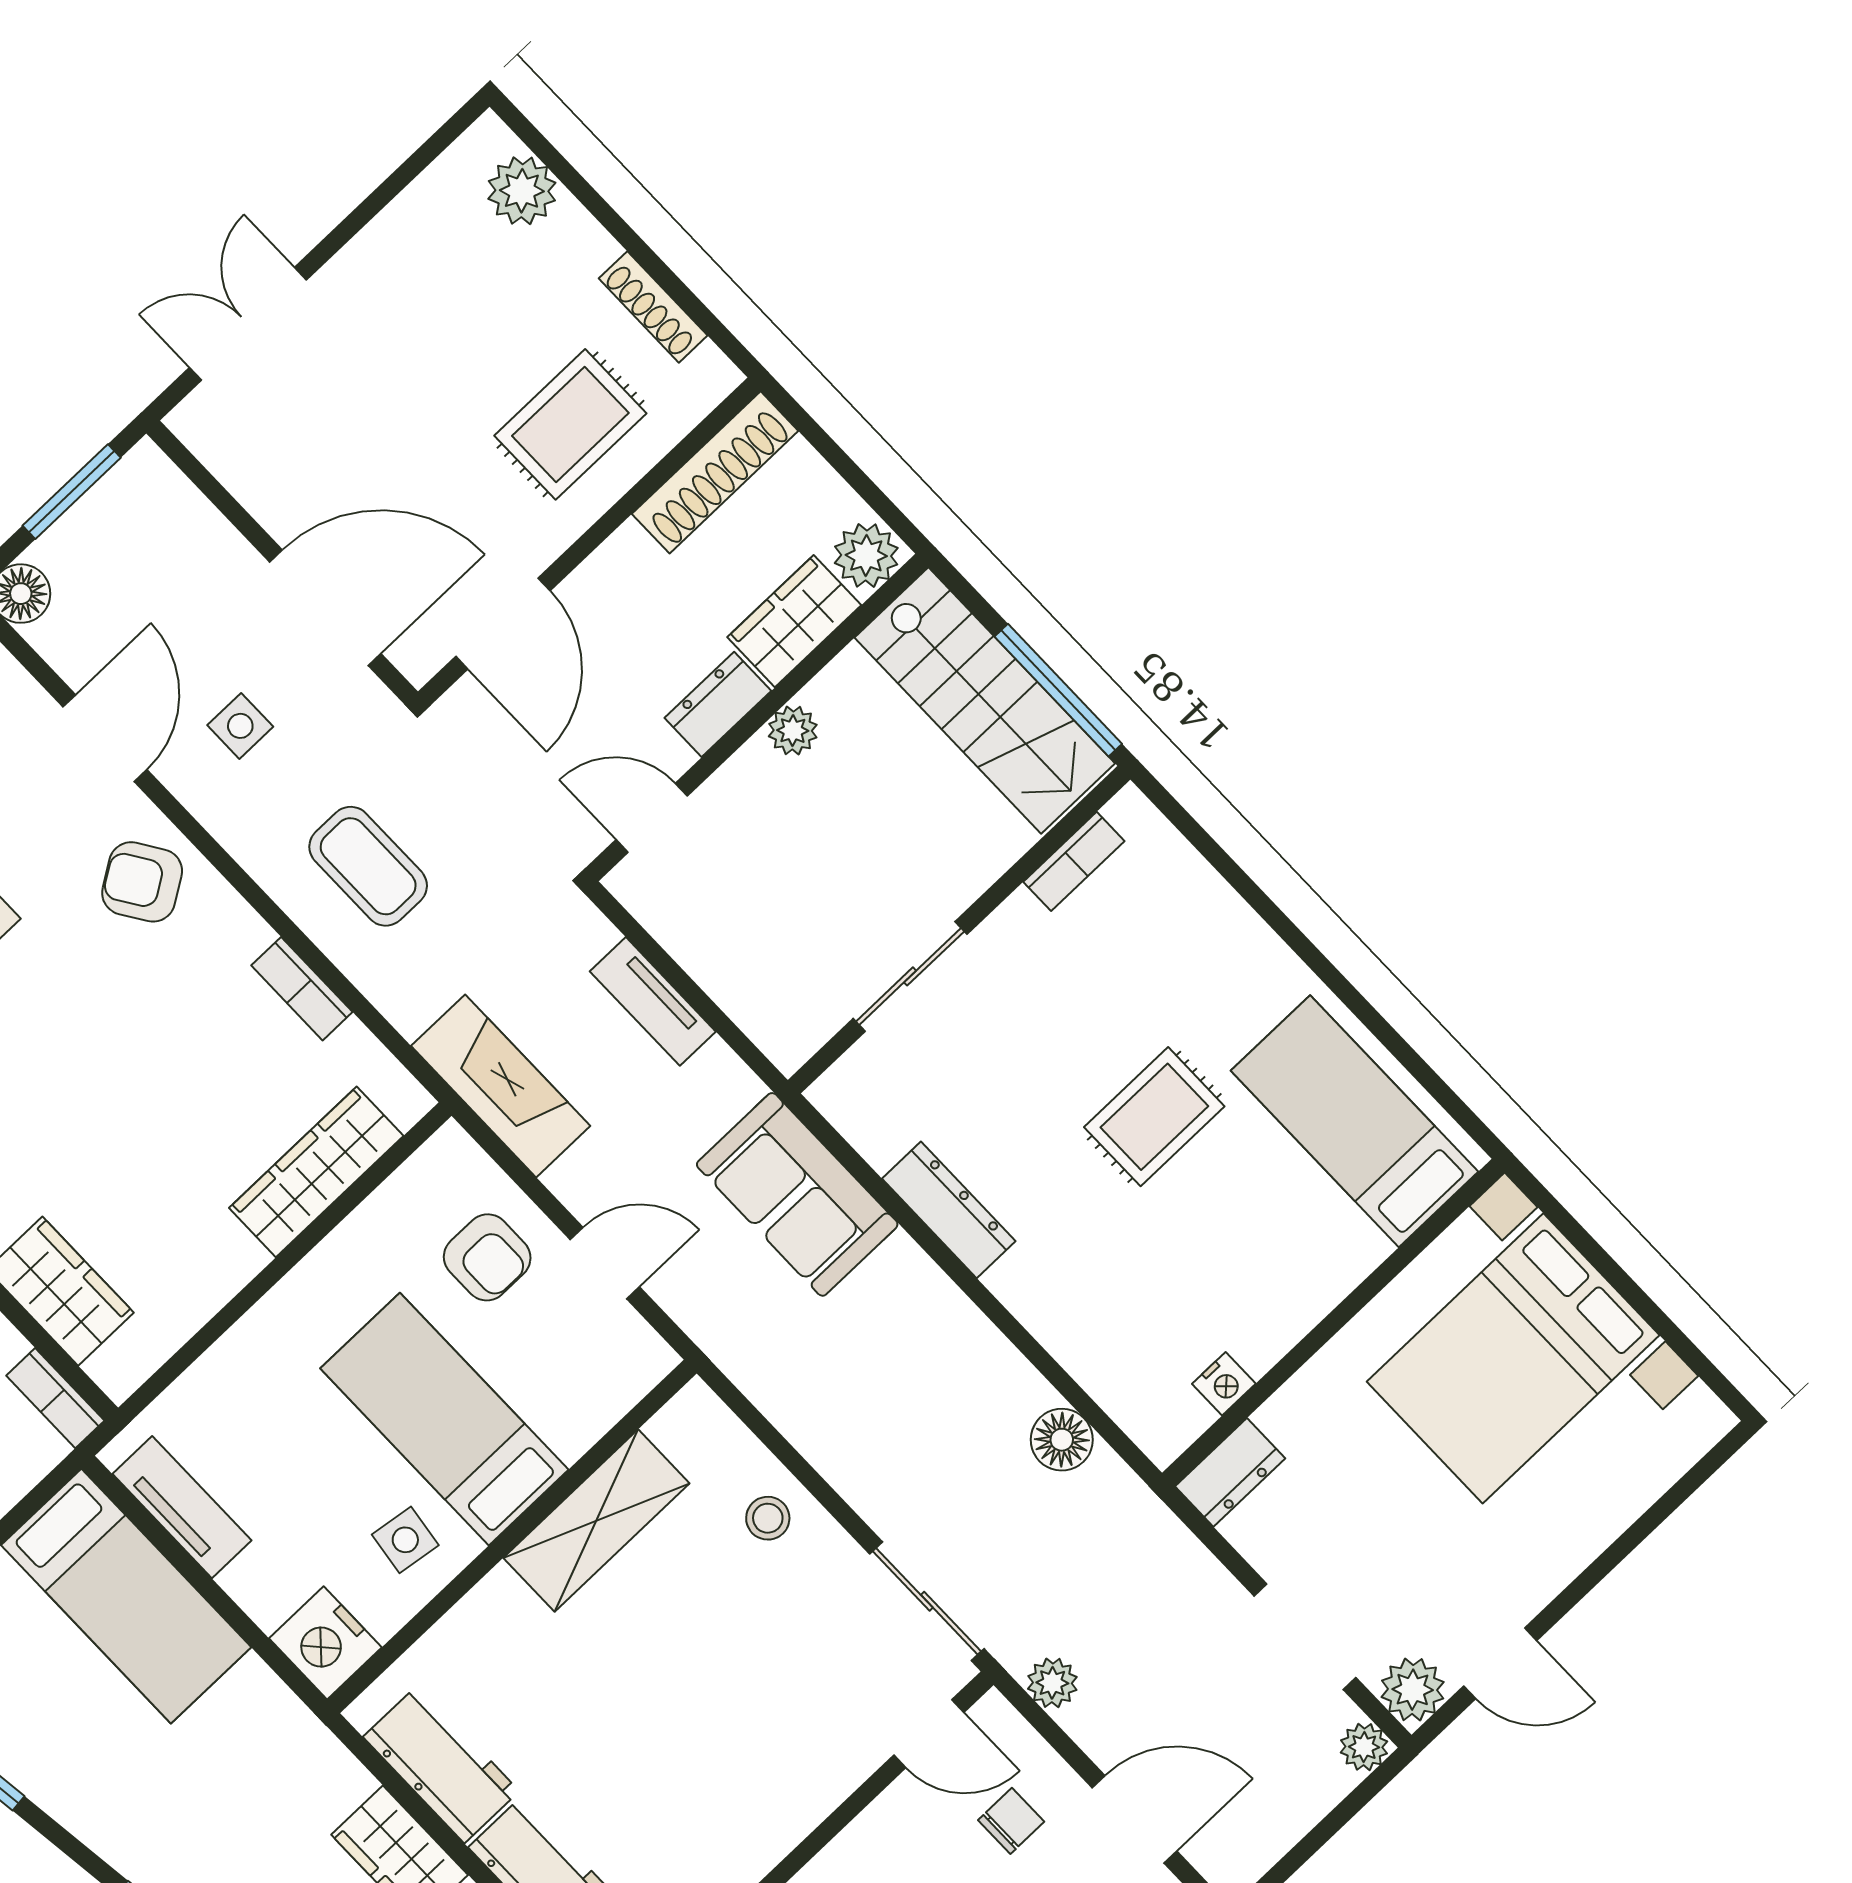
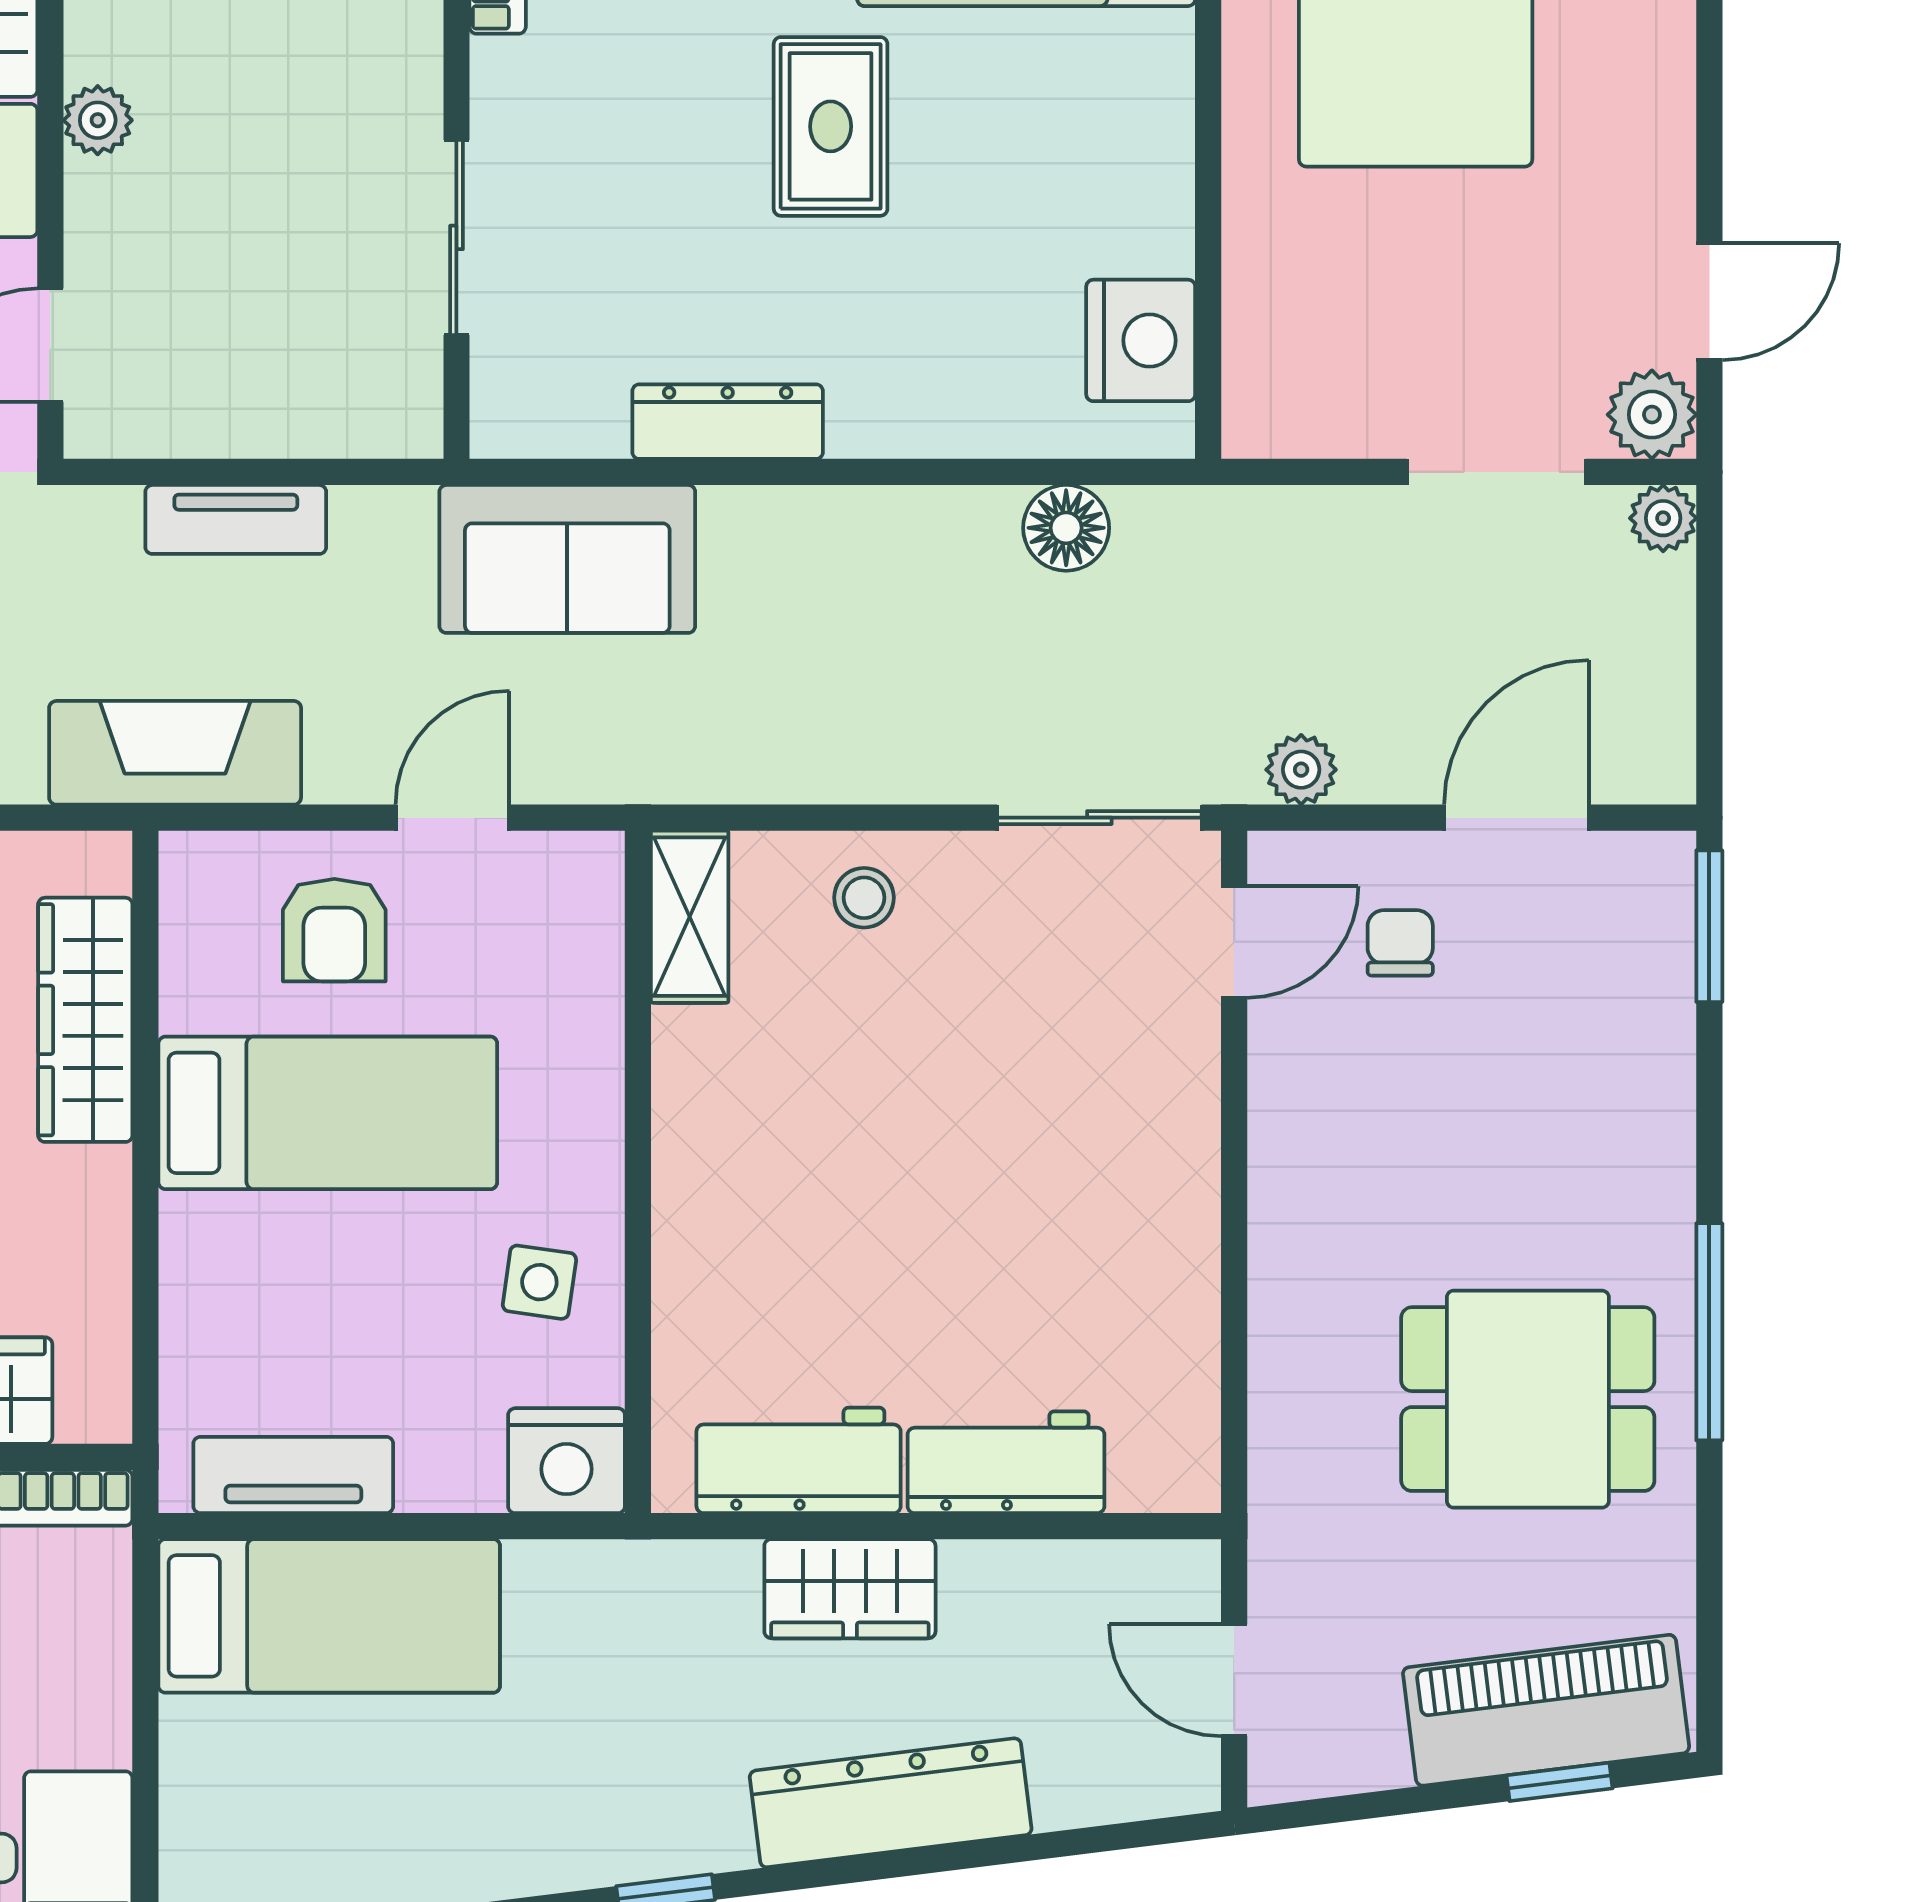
armchair: (487, 1257) -> (334, 930), turned 90
nightstand: (1224, 1384) -> (1141, 340), width x1.89, depth x1.79
bed: (444, 1419) -> (328, 1113), moved, turned 180
dresser: (1230, 1472) -> (1260, 390), removed
shelving: (596, 1521) -> (690, 917), moved, width x0.67, depth x0.75

